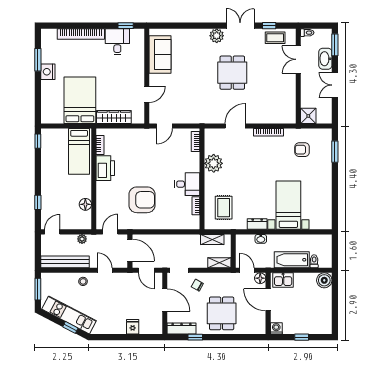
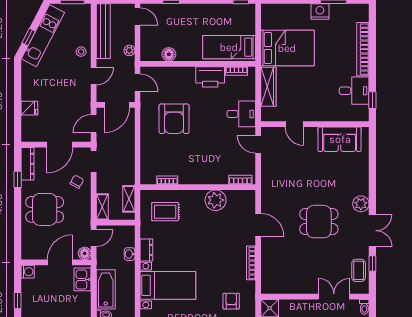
desk: (187, 184) -> (241, 114), moved, turned -90

